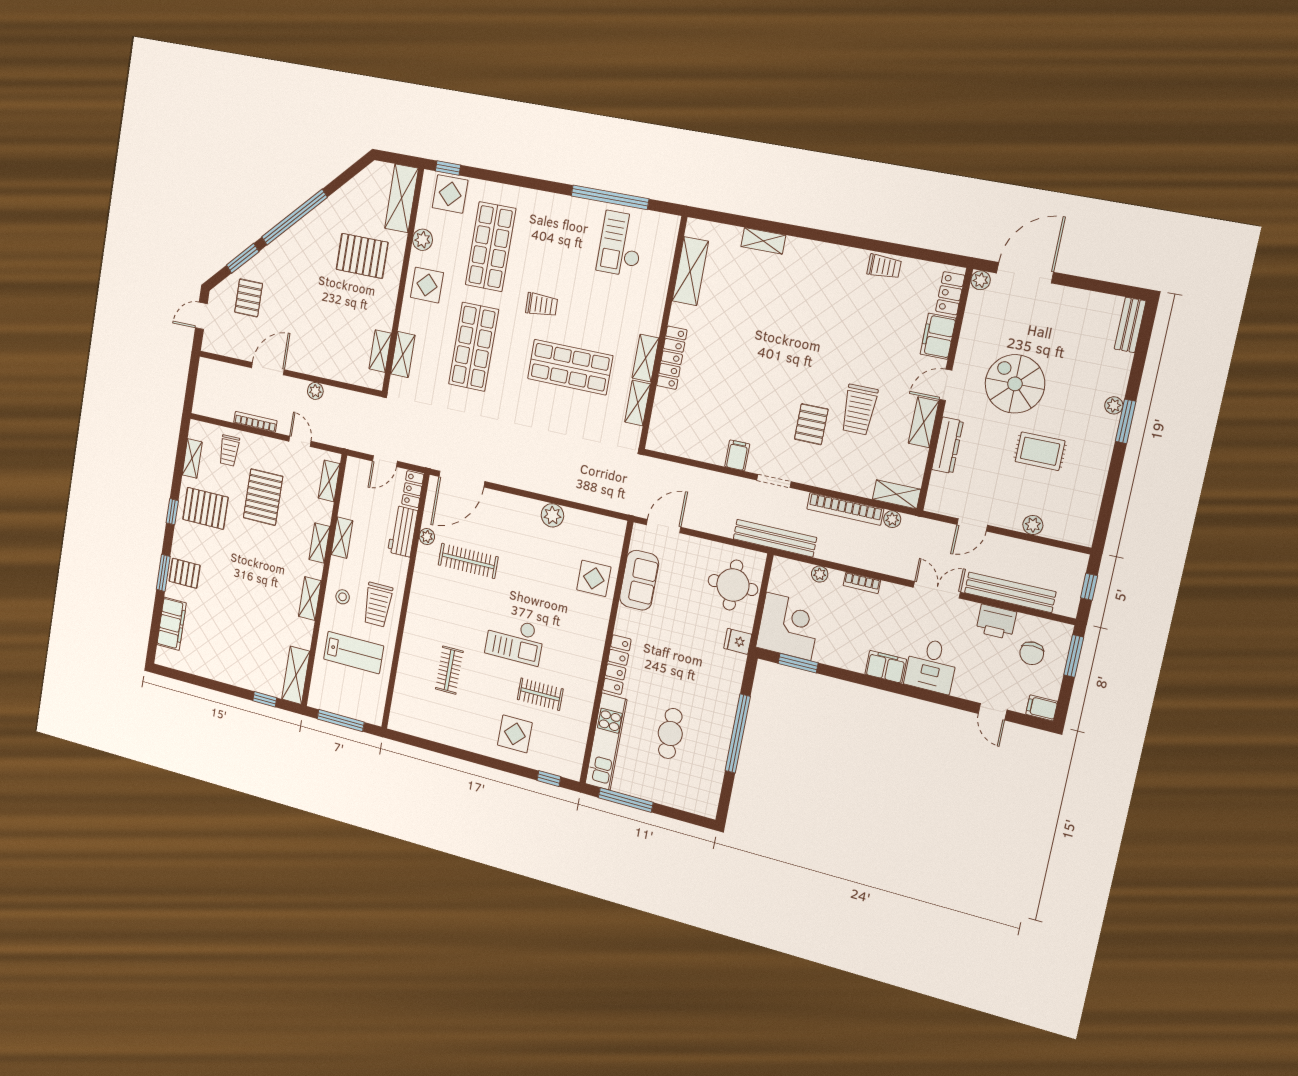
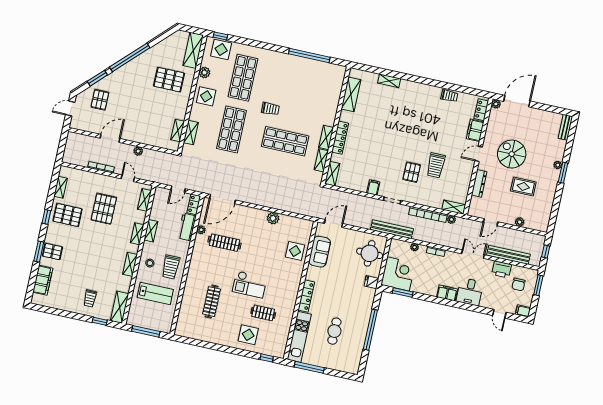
checkout: (621, 244) -> (315, 79), removed
shelving: (924, 422) -> (332, 174), moved
trolley: (229, 451) -> (90, 298), moved
clothes rail: (449, 670) -> (212, 302), width x1.36

